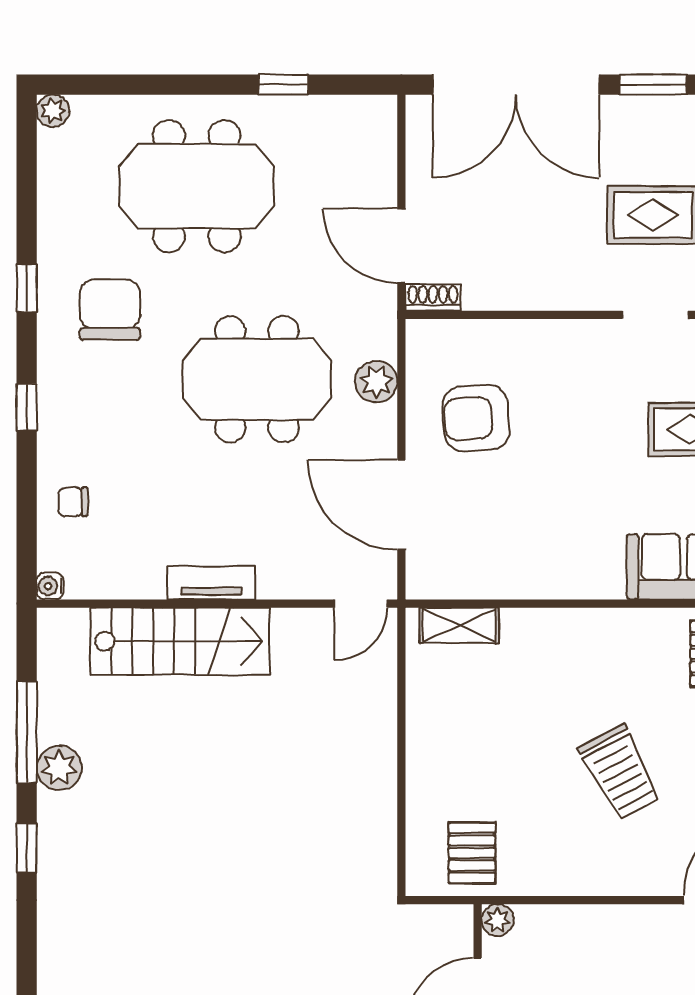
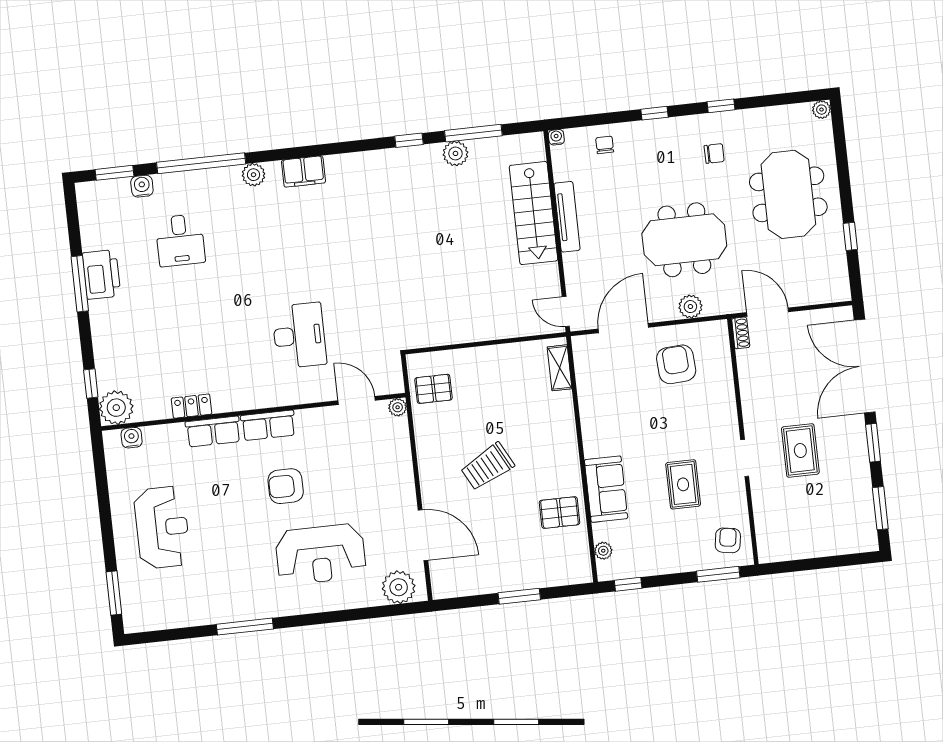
door: (401, 246) -> (768, 312), hinge flipped
chair: (110, 310) -> (714, 154), width x0.54, depth x0.54
meeting table: (257, 379) -> (684, 240), turned 90
tv unit: (211, 583) -> (567, 217), width x1.41

